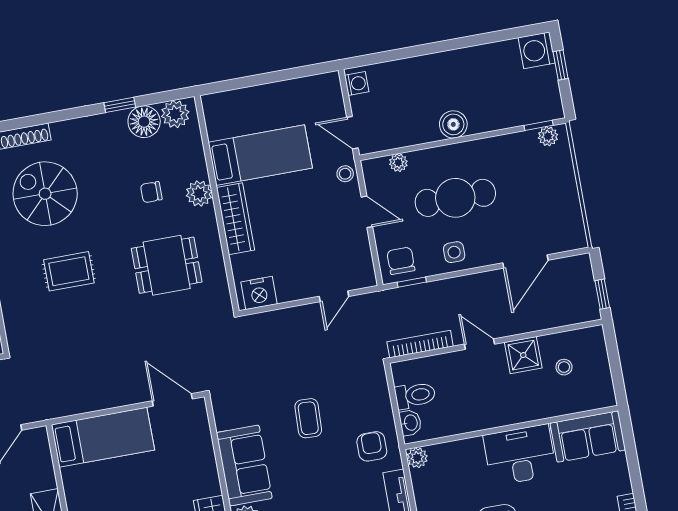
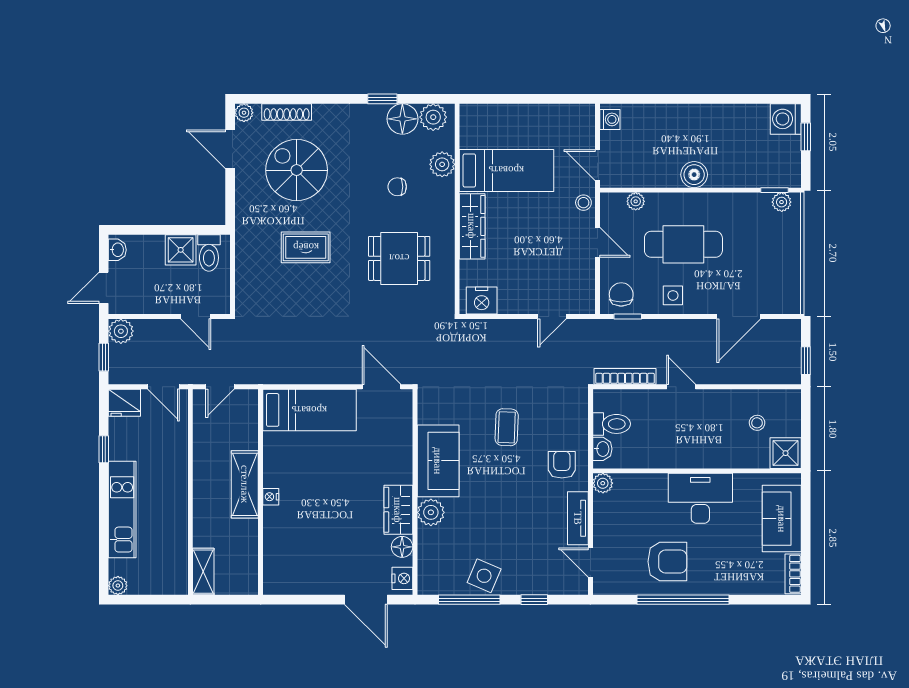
plant: (199, 193) -> (442, 164), moved
shower: (523, 355) -> (786, 453), moved
sofa: (588, 437) -> (782, 519), moved, turned 90

